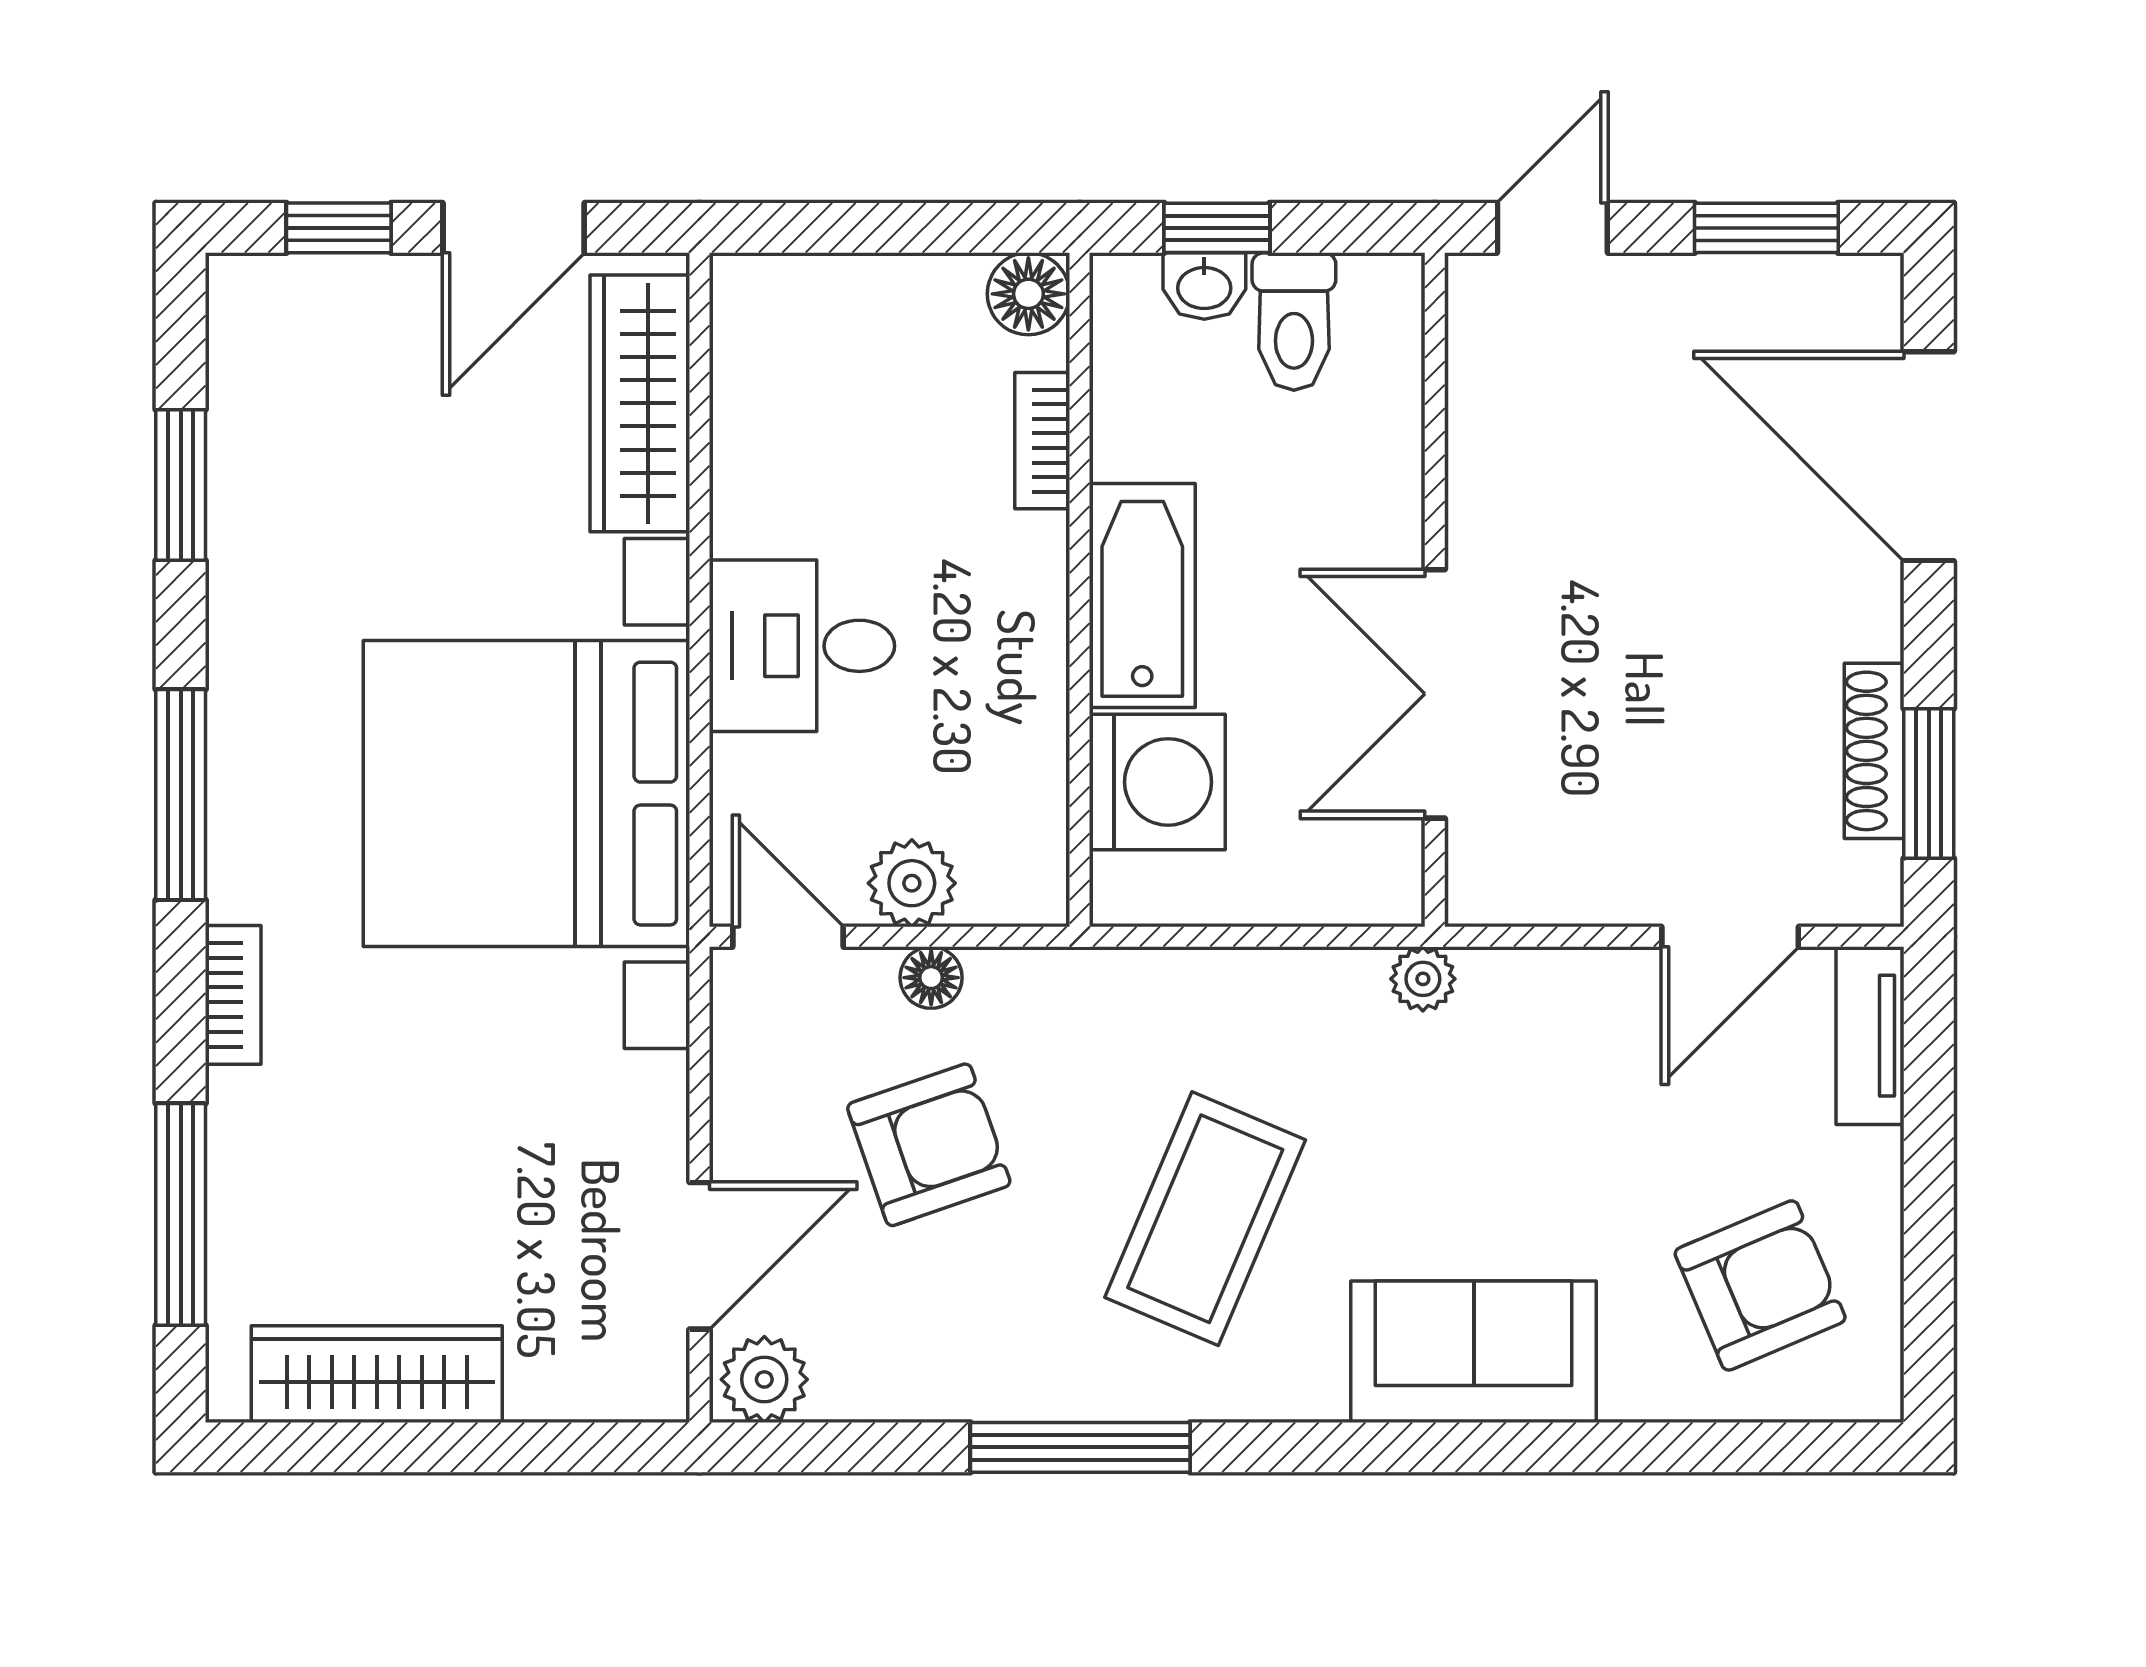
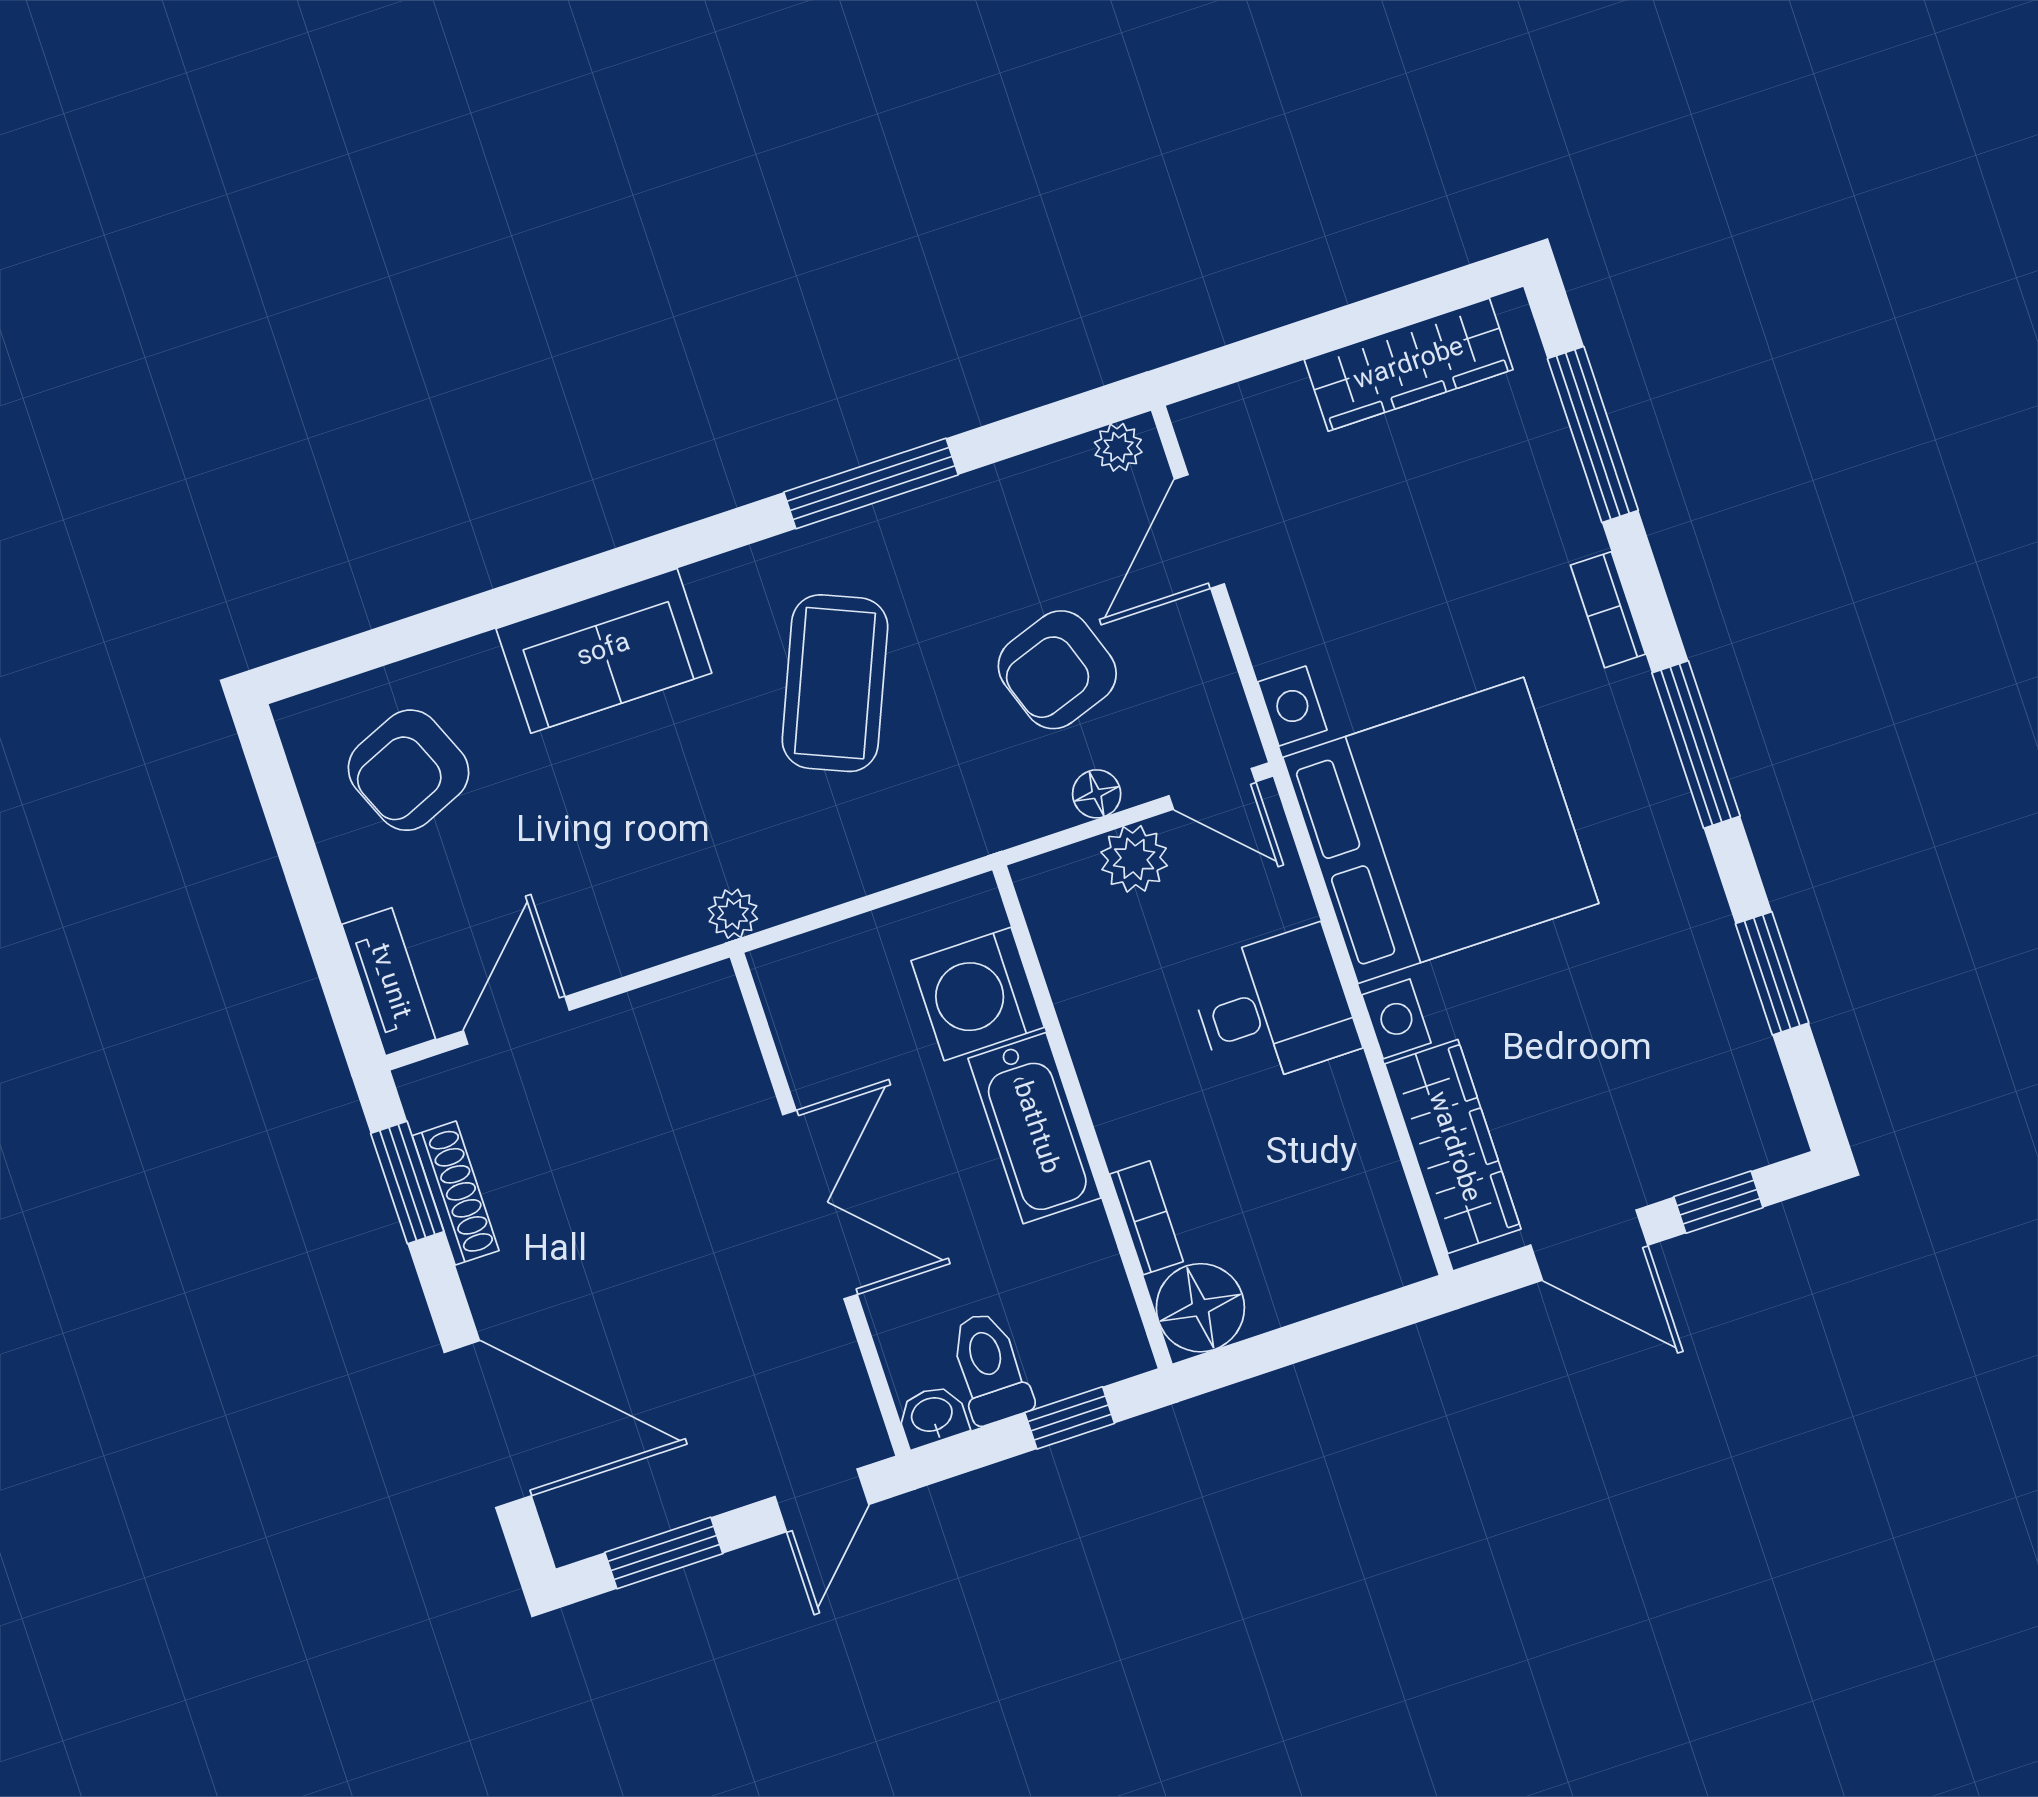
door: (514, 228) -> (1589, 1245), swing flipped
washbasin: (1204, 286) -> (932, 1416), moved
floor lamp: (1028, 294) -> (1200, 1308), width x1.38, depth x1.38
double door: (1435, 694) -> (820, 1205), moved
plant: (764, 1379) -> (1118, 447), width x0.73, depth x0.73

